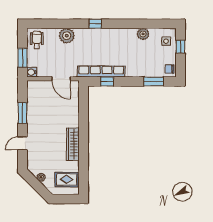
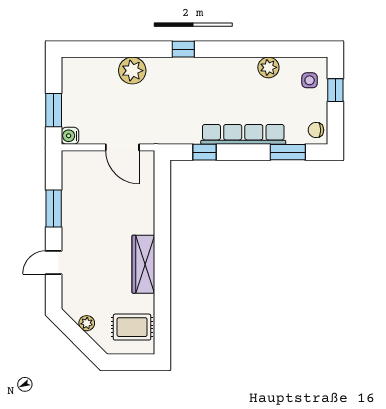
wheelchair: (37, 40) -> (79, 78), removed
row of seats: (101, 71) -> (243, 134), moved

